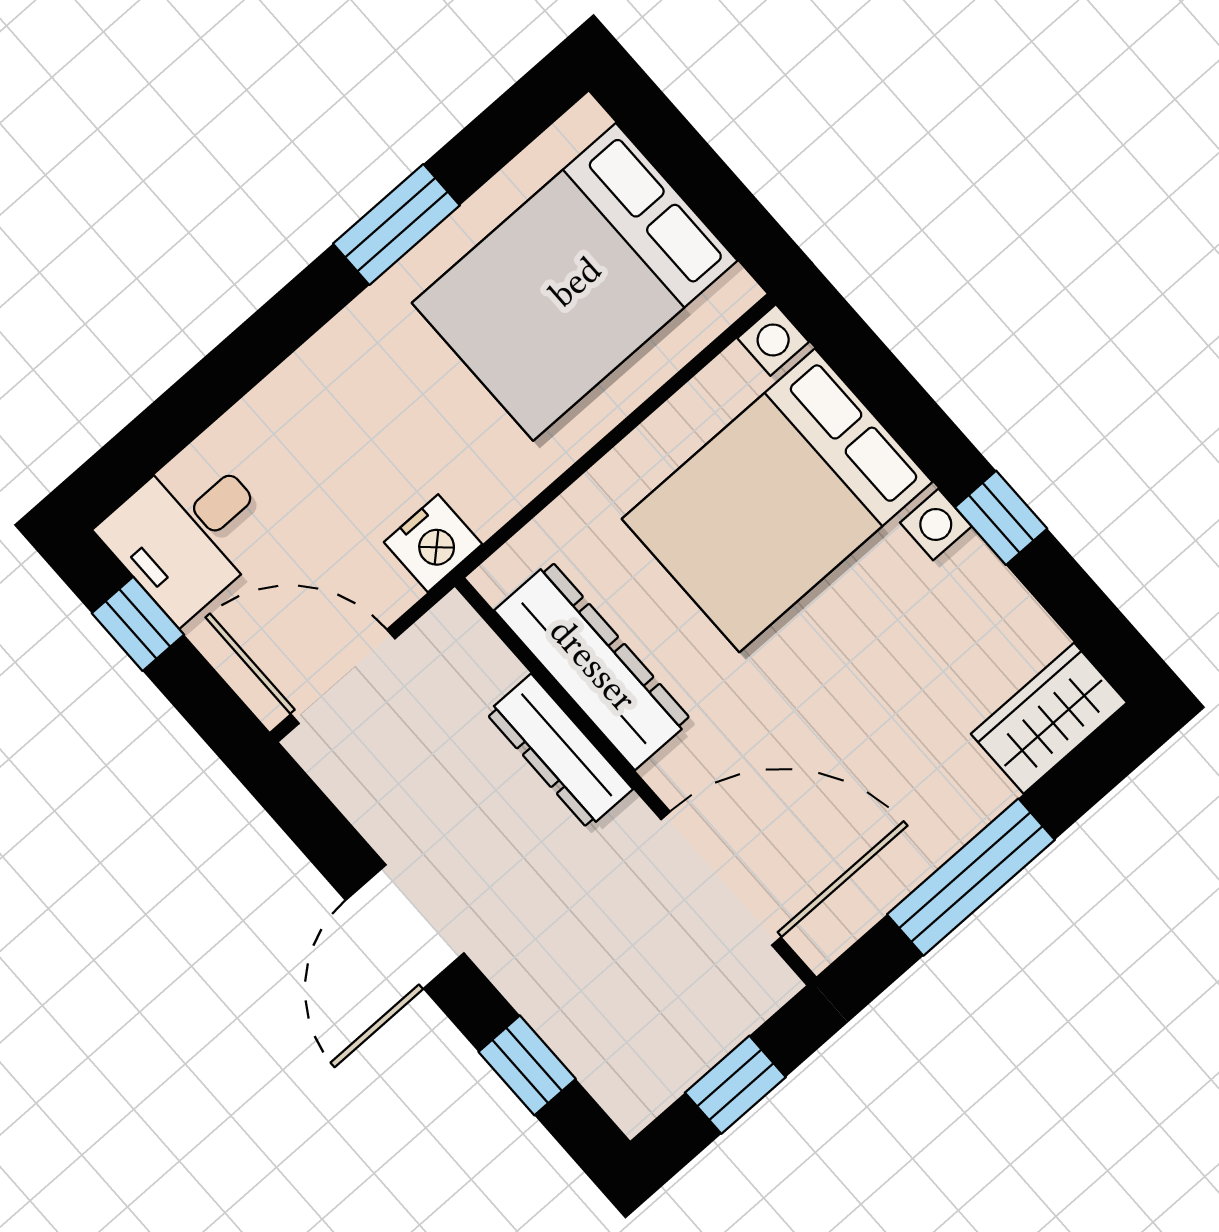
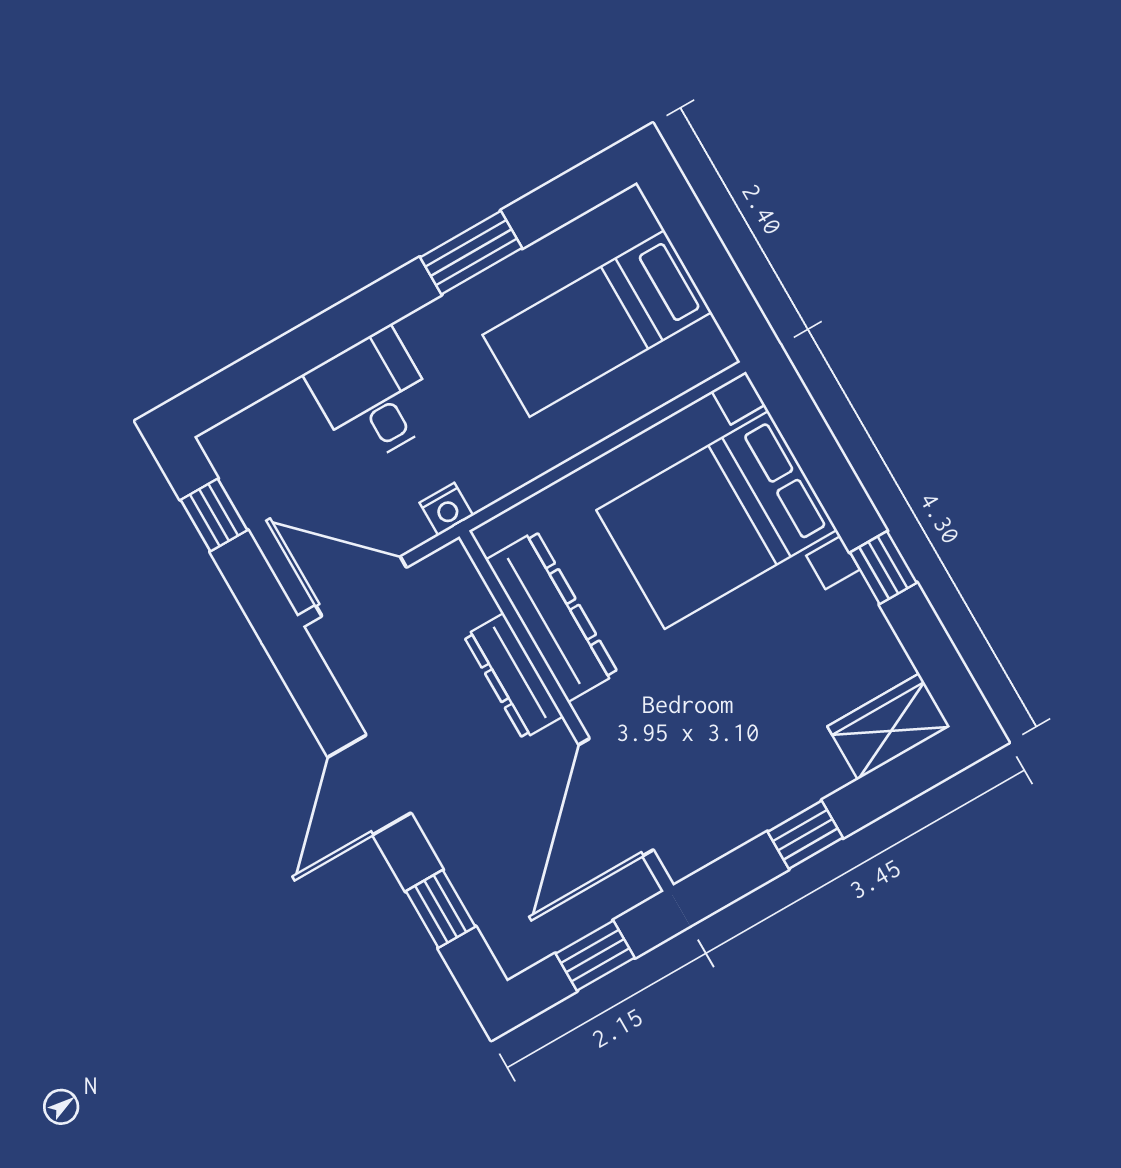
bed: (575, 282) -> (597, 323), width x0.67
desk: (189, 532) -> (374, 397), moved, turned 90
nightstand: (433, 543) -> (446, 509), width x0.72, depth x0.74
window: (971, 877) -> (805, 835), width x0.46
door: (721, 878) -> (616, 797), swing flipped

